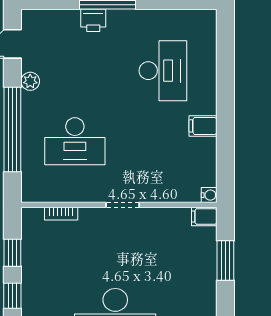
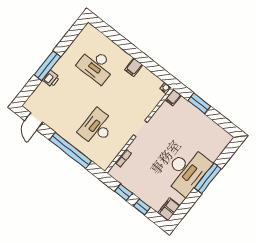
desk: (163, 71) -> (96, 66), turned 180
plant: (30, 81) -> (56, 126), removed
desk: (75, 141) -> (97, 128), turned 180

